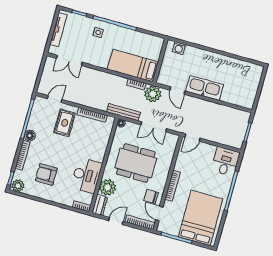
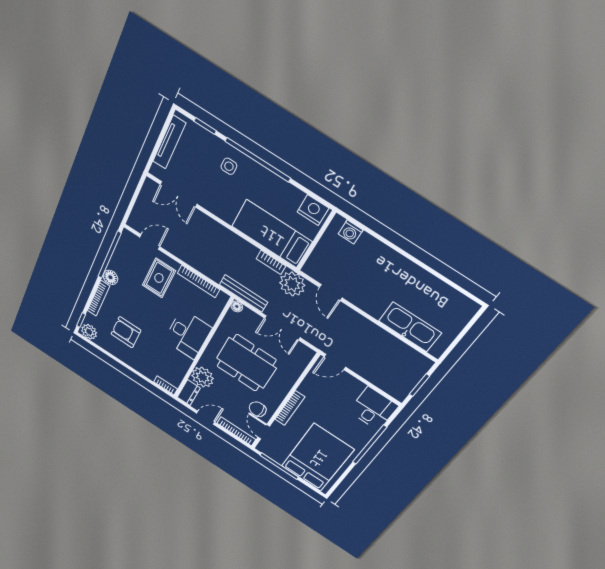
nightstand: (154, 42) -> (313, 210), added
kitchen sink: (205, 88) -> (410, 327), moved
desk: (86, 175) -> (188, 334), moved

